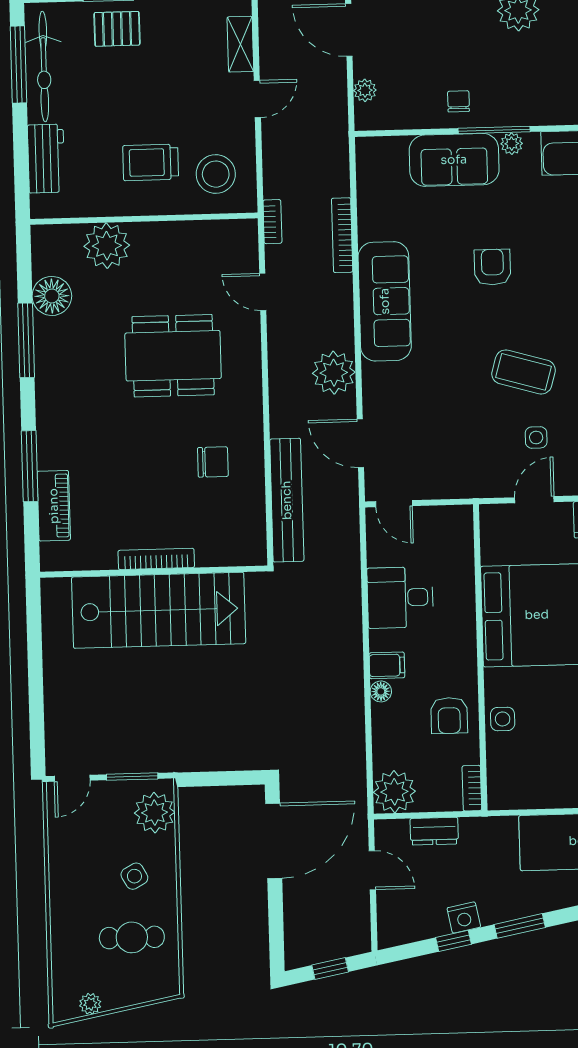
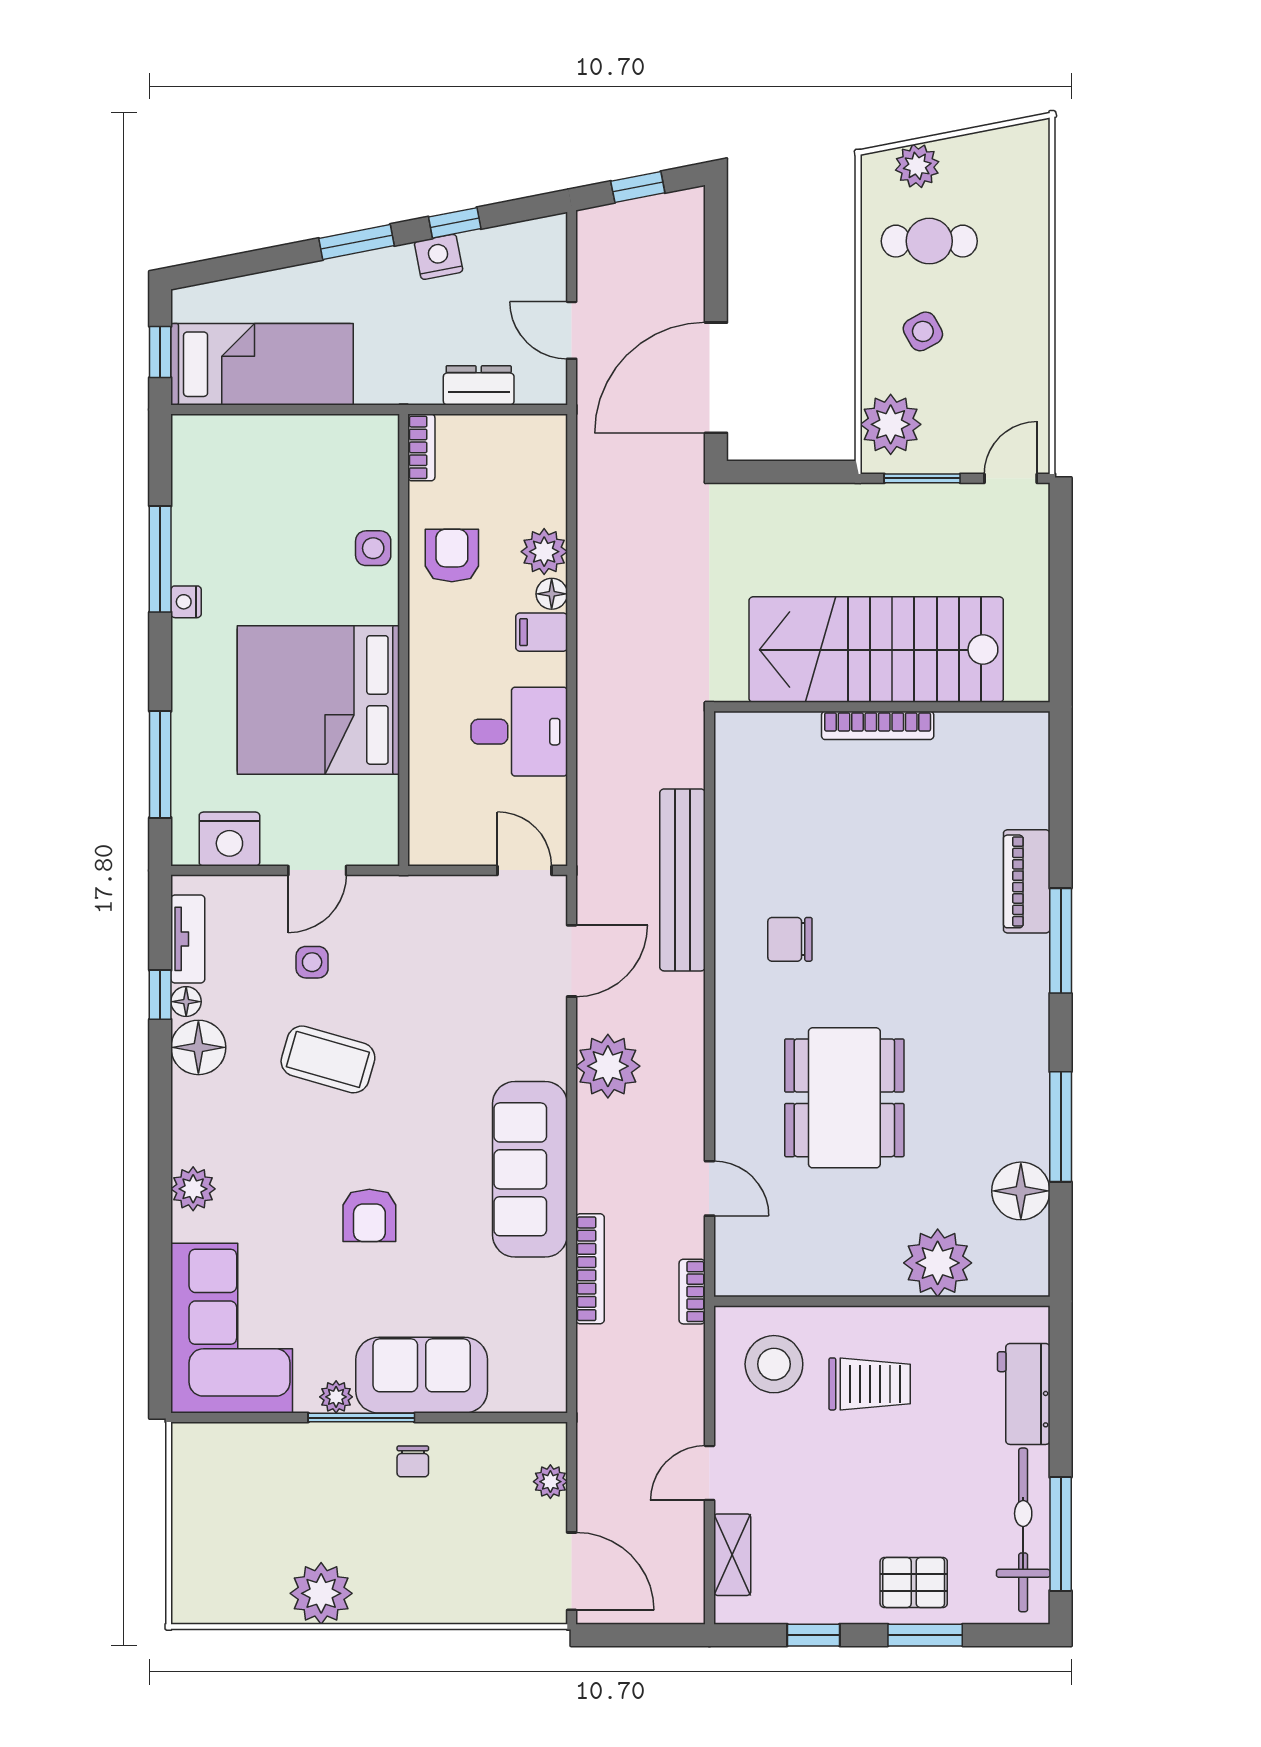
dining table: (173, 356) -> (844, 1098), turned 90
door: (360, 443) -> (572, 961), hinge flipped
bookcase: (156, 559) -> (878, 725), moved
wall: (154, 572) -> (882, 707), moved
stairs: (159, 610) -> (876, 650), moved
plant: (394, 792) -> (544, 552), moved, width x0.73, depth x0.73
plant: (90, 1004) -> (917, 166), moved, width x1.38, depth x1.38

